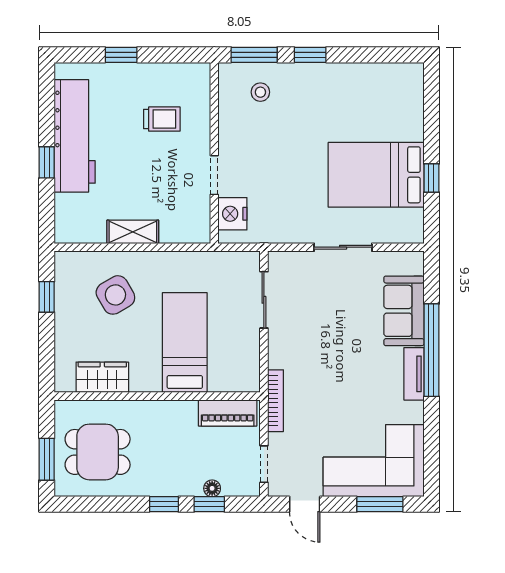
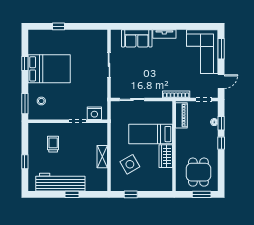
window: (310, 55) -> (25, 63), moved
bed: (376, 175) -> (49, 69), moved, turned -90
window: (431, 178) -> (58, 26), moved
window: (431, 350) -> (154, 26), removed
wardrobe: (102, 377) -> (166, 156), moved

